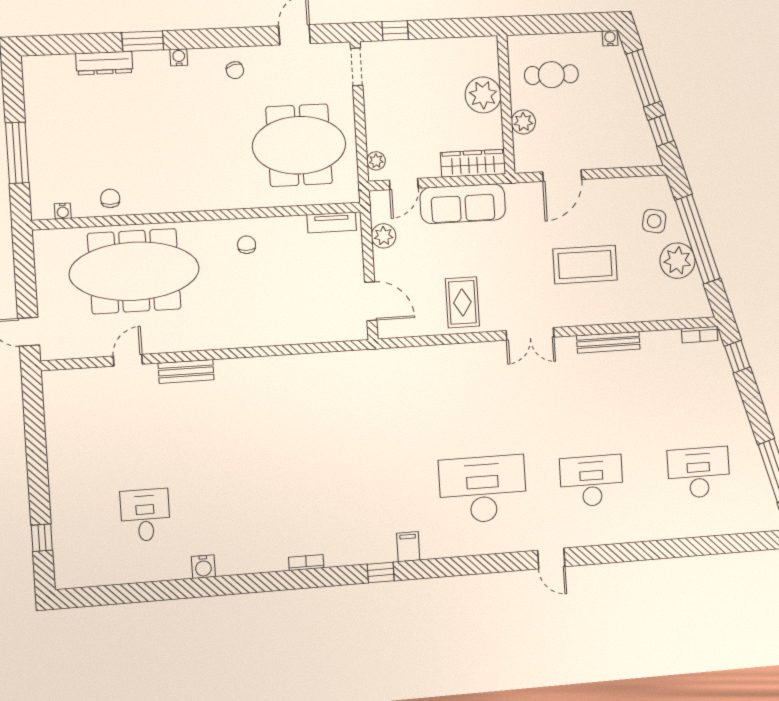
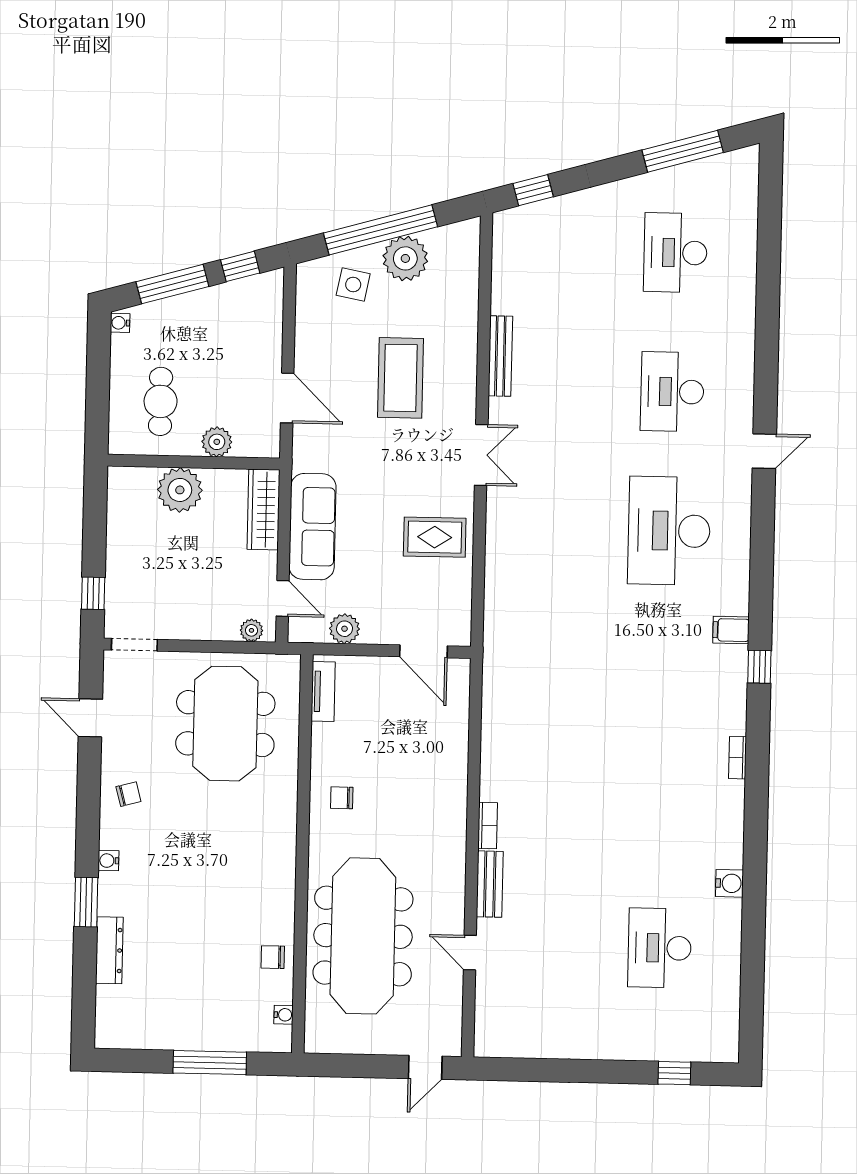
door: (371, 301) -> (423, 651), swing flipped
bookcase: (700, 335) -> (488, 826), moved
desk: (145, 515) -> (660, 948), width x1.37

